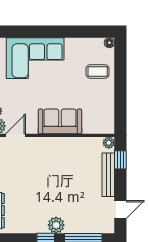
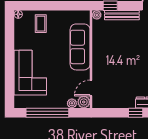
sofa: (60, 121) -> (80, 47), width x1.36
door: (16, 135) -> (91, 88), hinge flipped

